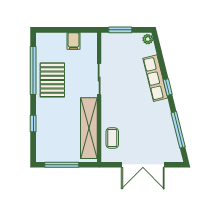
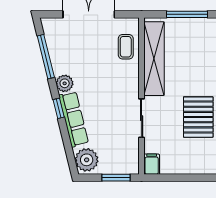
plant: (148, 39) -> (87, 160), width x1.88, depth x1.88
filing cabinet: (73, 41) -> (152, 164), moved
plant: (163, 108) -> (65, 83), added

